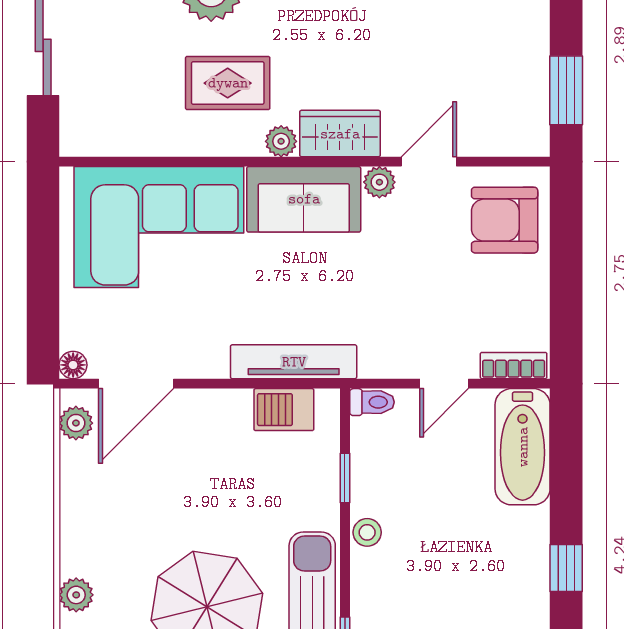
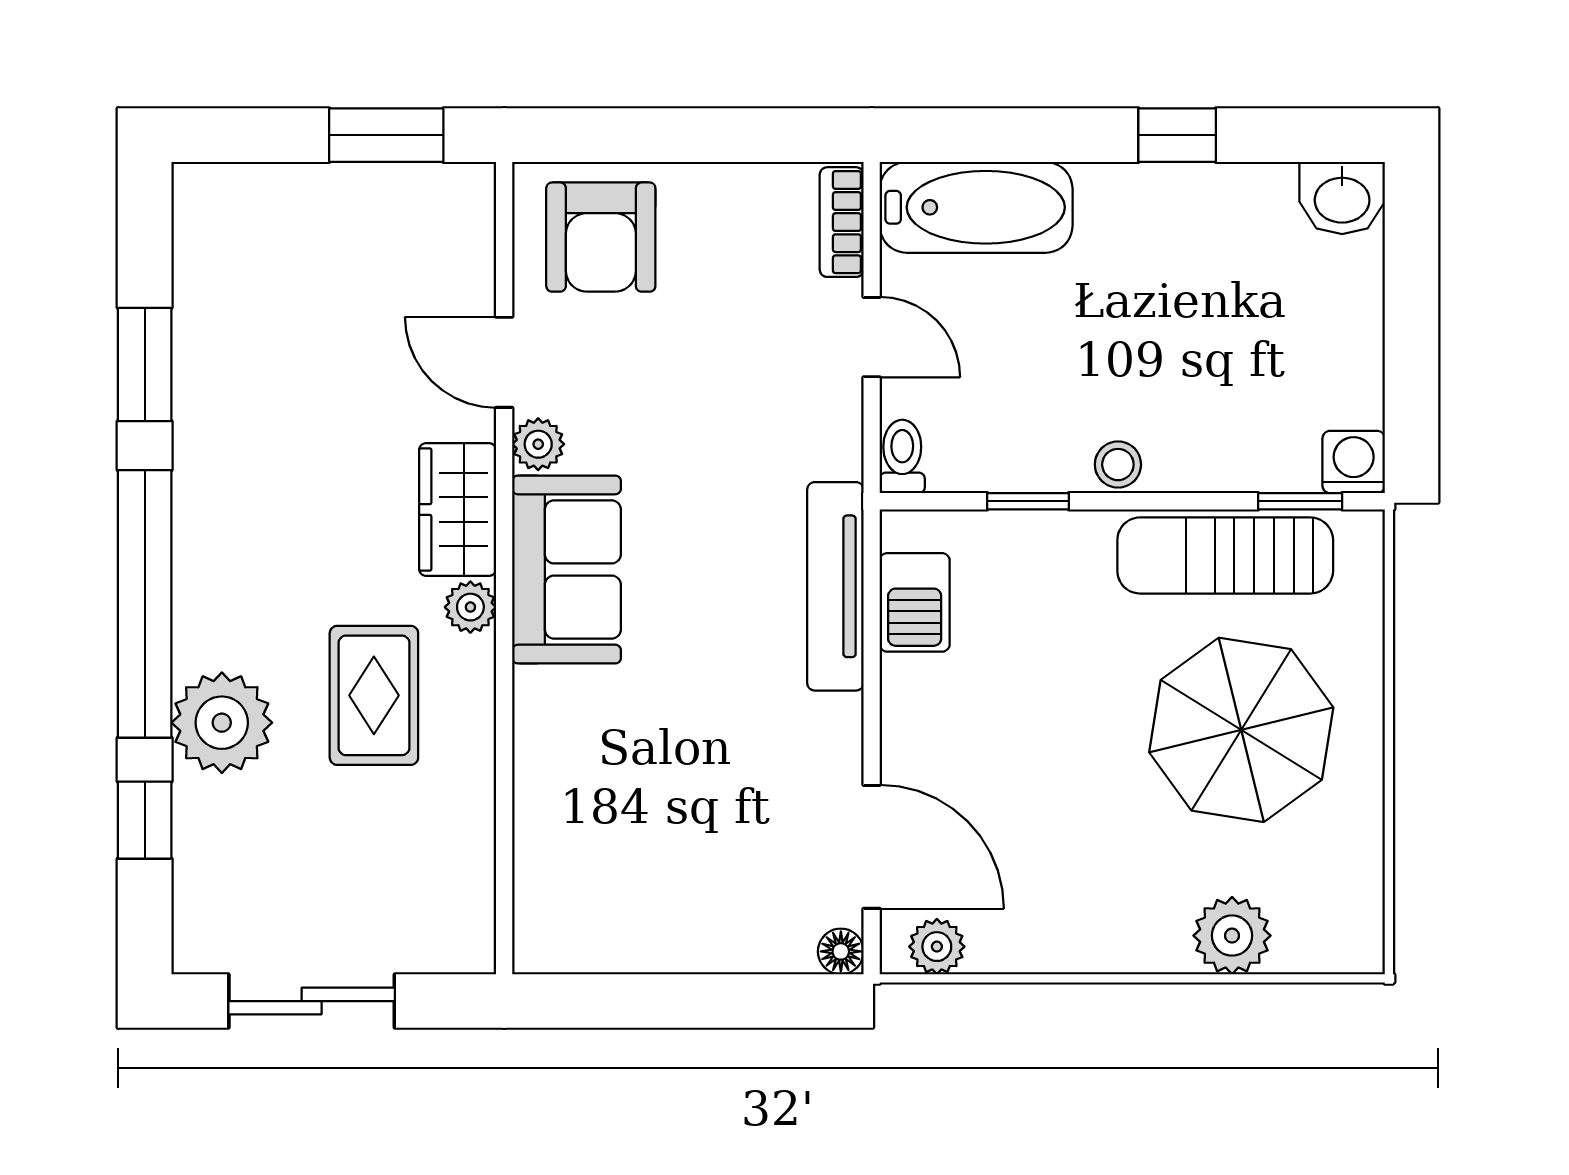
corner sofa: (159, 227) -> (612, 809), removed
plant: (76, 595) -> (1232, 936), width x1.38, depth x1.38

